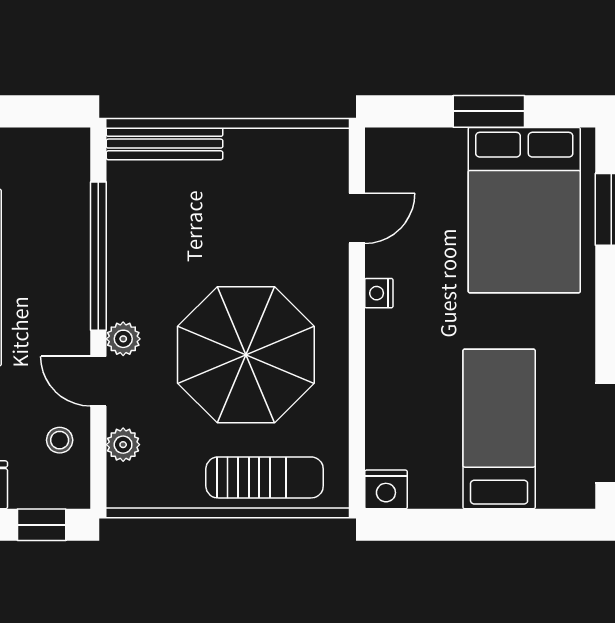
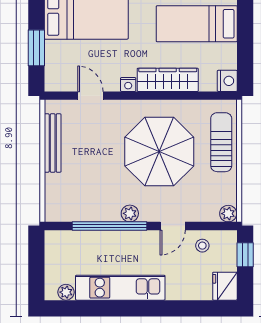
window: (489, 111) -> (36, 48), moved
bench: (165, 144) -> (53, 143), moved
plant: (123, 339) -> (130, 213), moved
wardrobe: (388, 371) -> (168, 80), added
plant: (123, 445) -> (228, 214), moved

